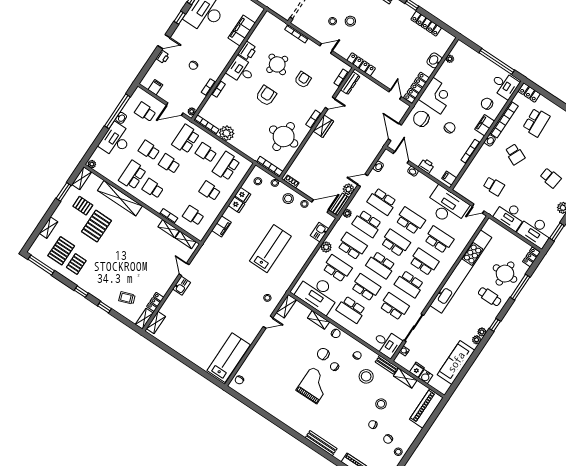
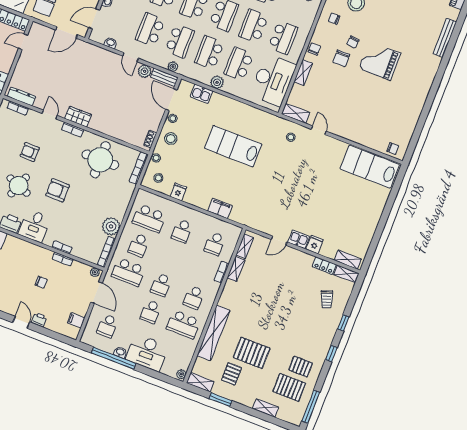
school desk: (382, 202) -> (150, 30), turned 180
fridge: (237, 205) -> (315, 245), moved

